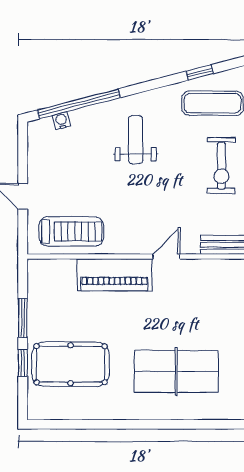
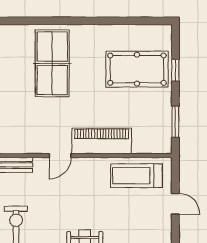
window: (23, 318) -> (175, 122), moved
table tennis table: (176, 371) -> (52, 63), turned 90

